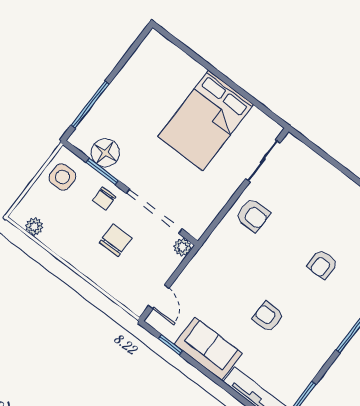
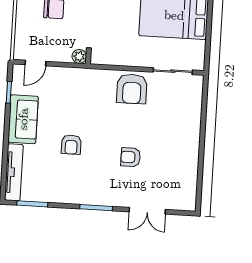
armchair: (253, 215) -> (132, 89), width x1.38, depth x1.38
armchair: (268, 317) -> (71, 145), turned 180

